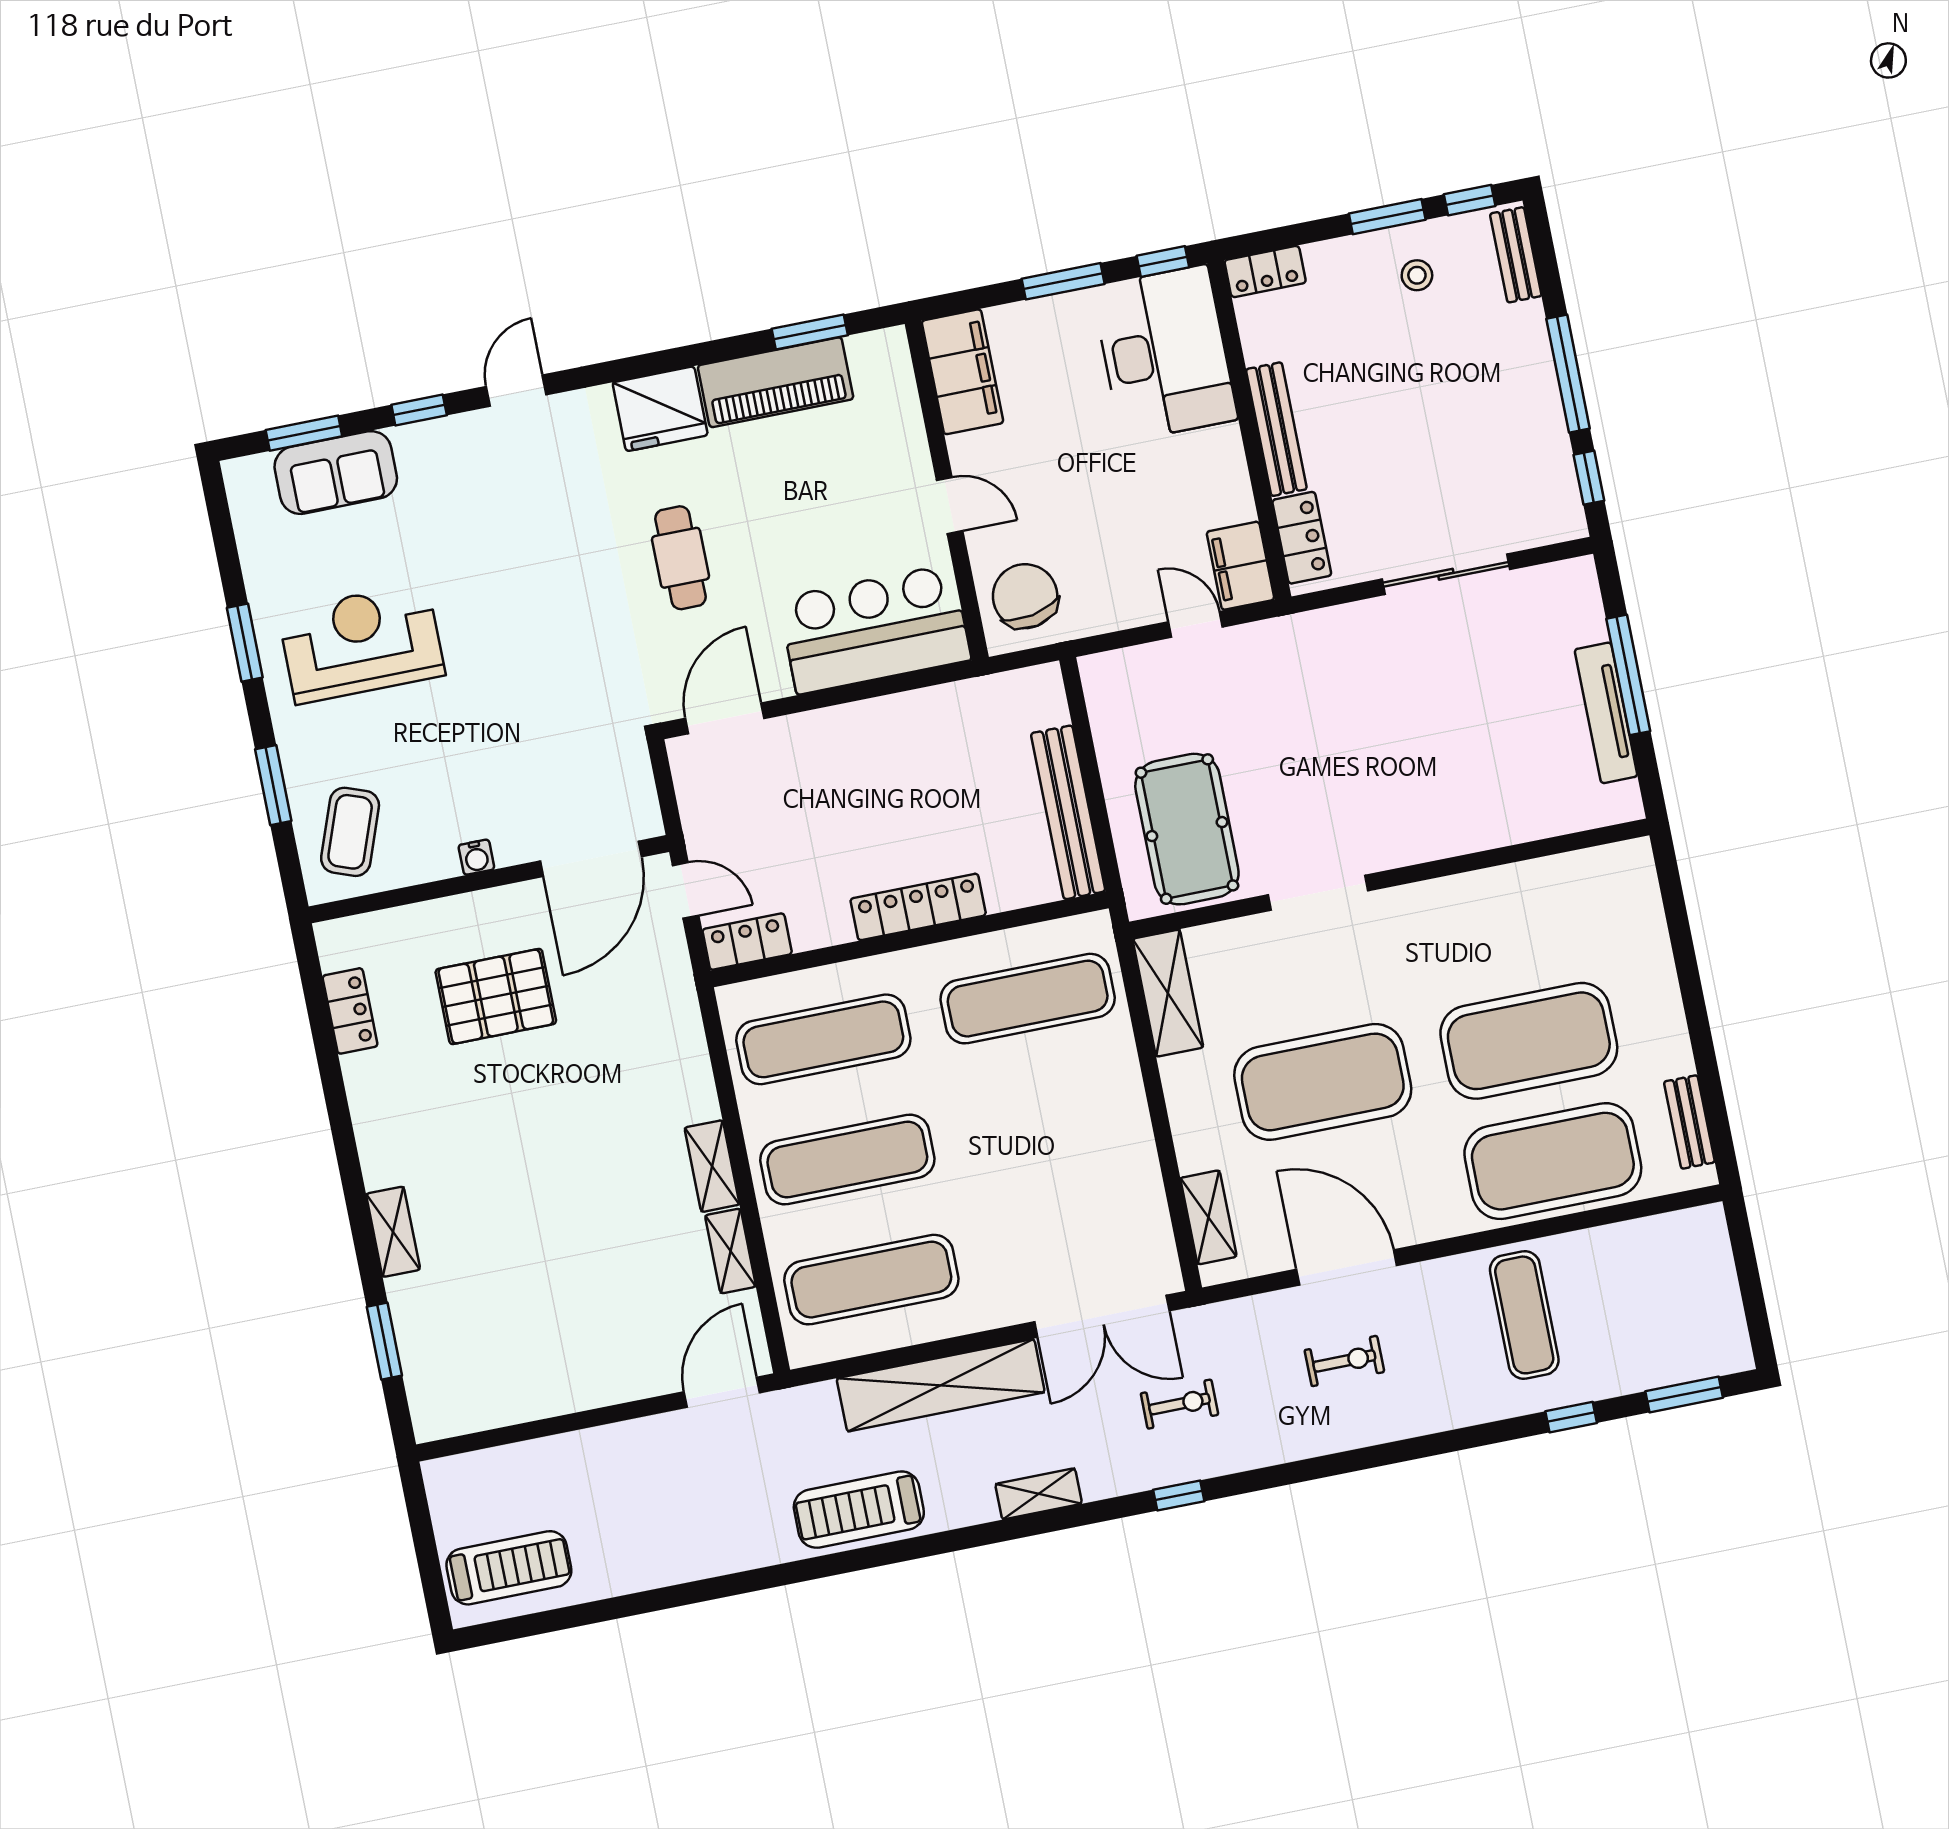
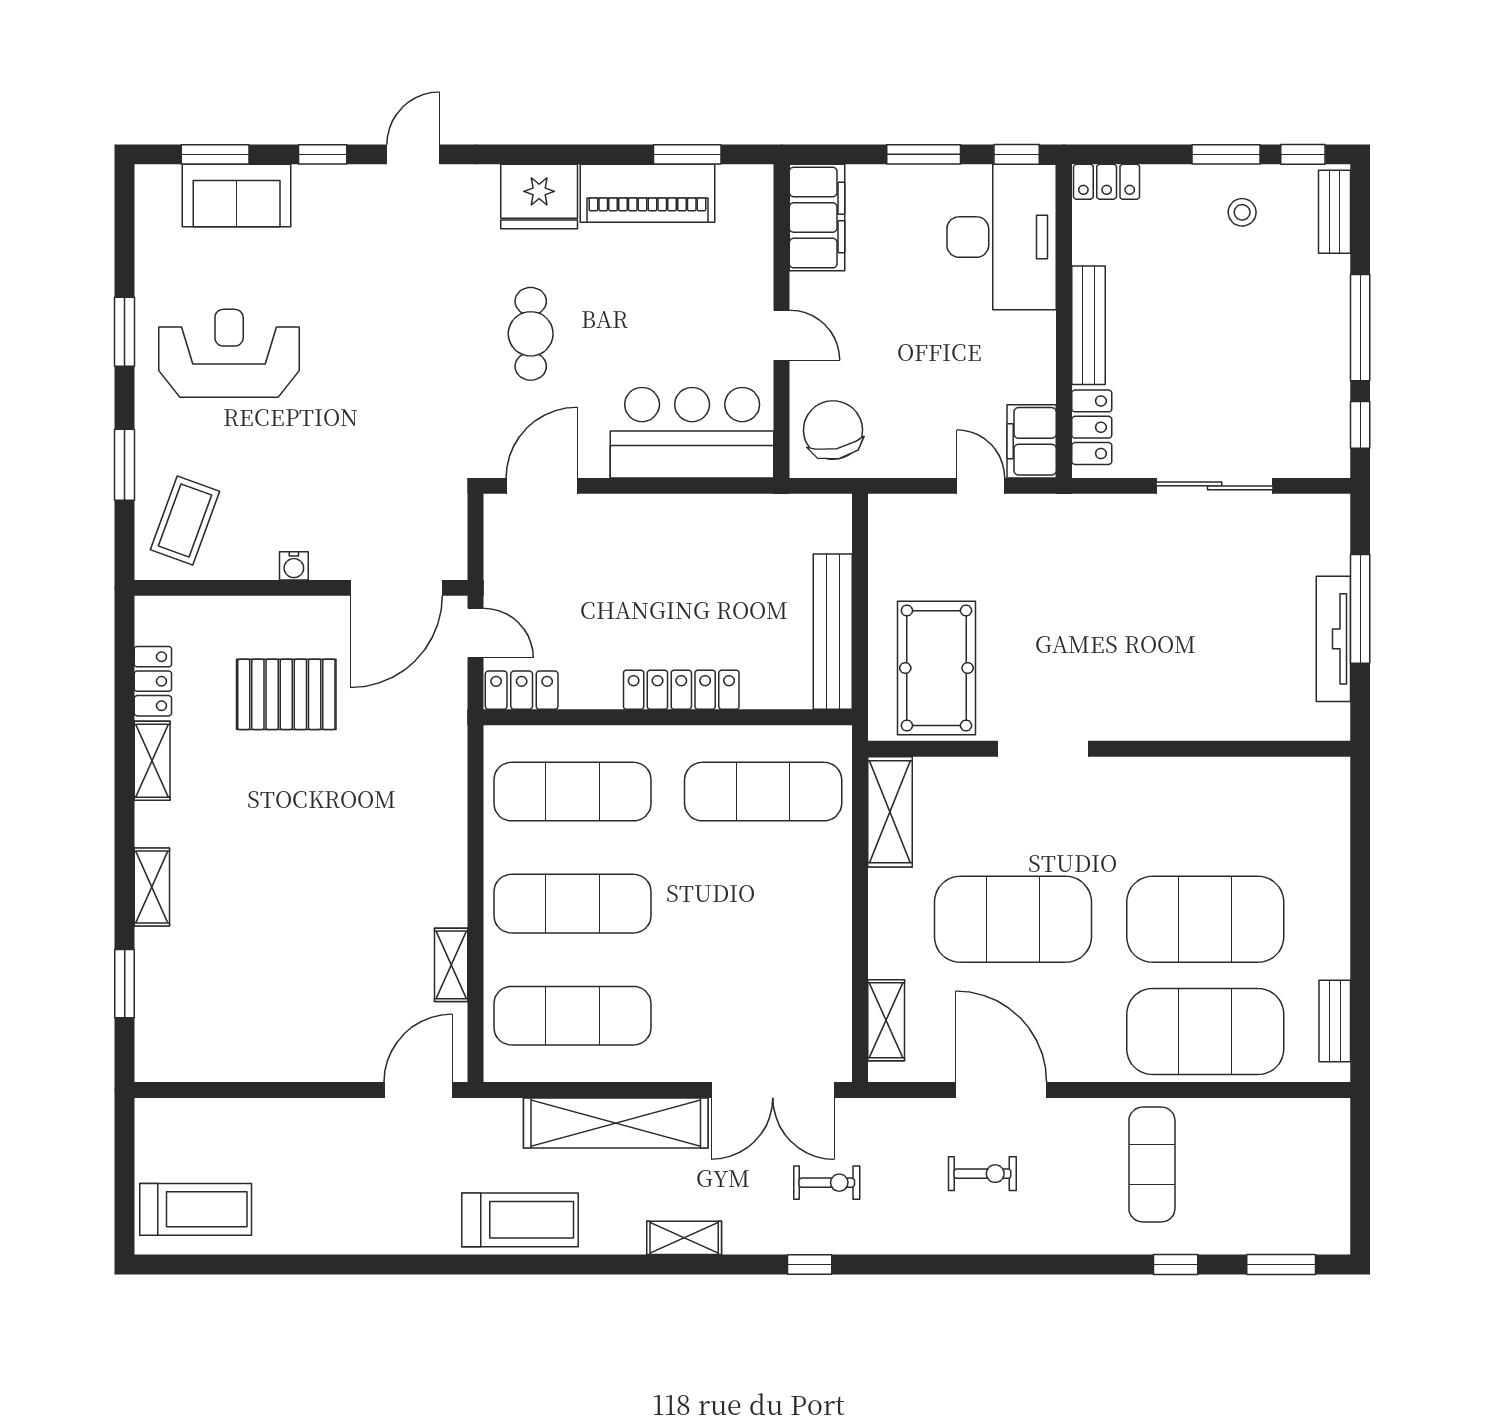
shelving: (712, 1166) -> (152, 761), moved
treadmill: (859, 1510) -> (520, 1220), turned 180

